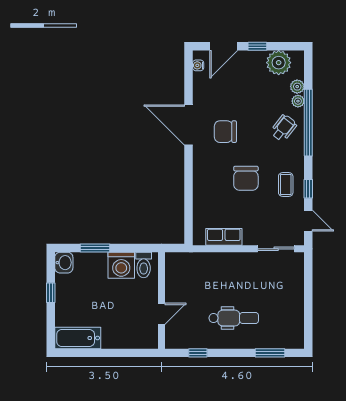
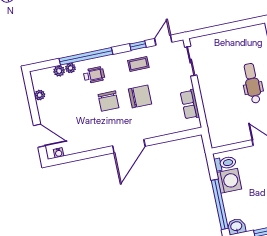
window: (257, 46) -> (34, 109), removed
plant: (279, 63) -> (40, 95), width x0.53, depth x0.53
door: (189, 125) -> (129, 146), moved
wheelchair: (284, 128) -> (94, 75), turned 142
chair: (225, 132) -> (108, 101), moved
window: (95, 248) -> (220, 204), width x2.11

